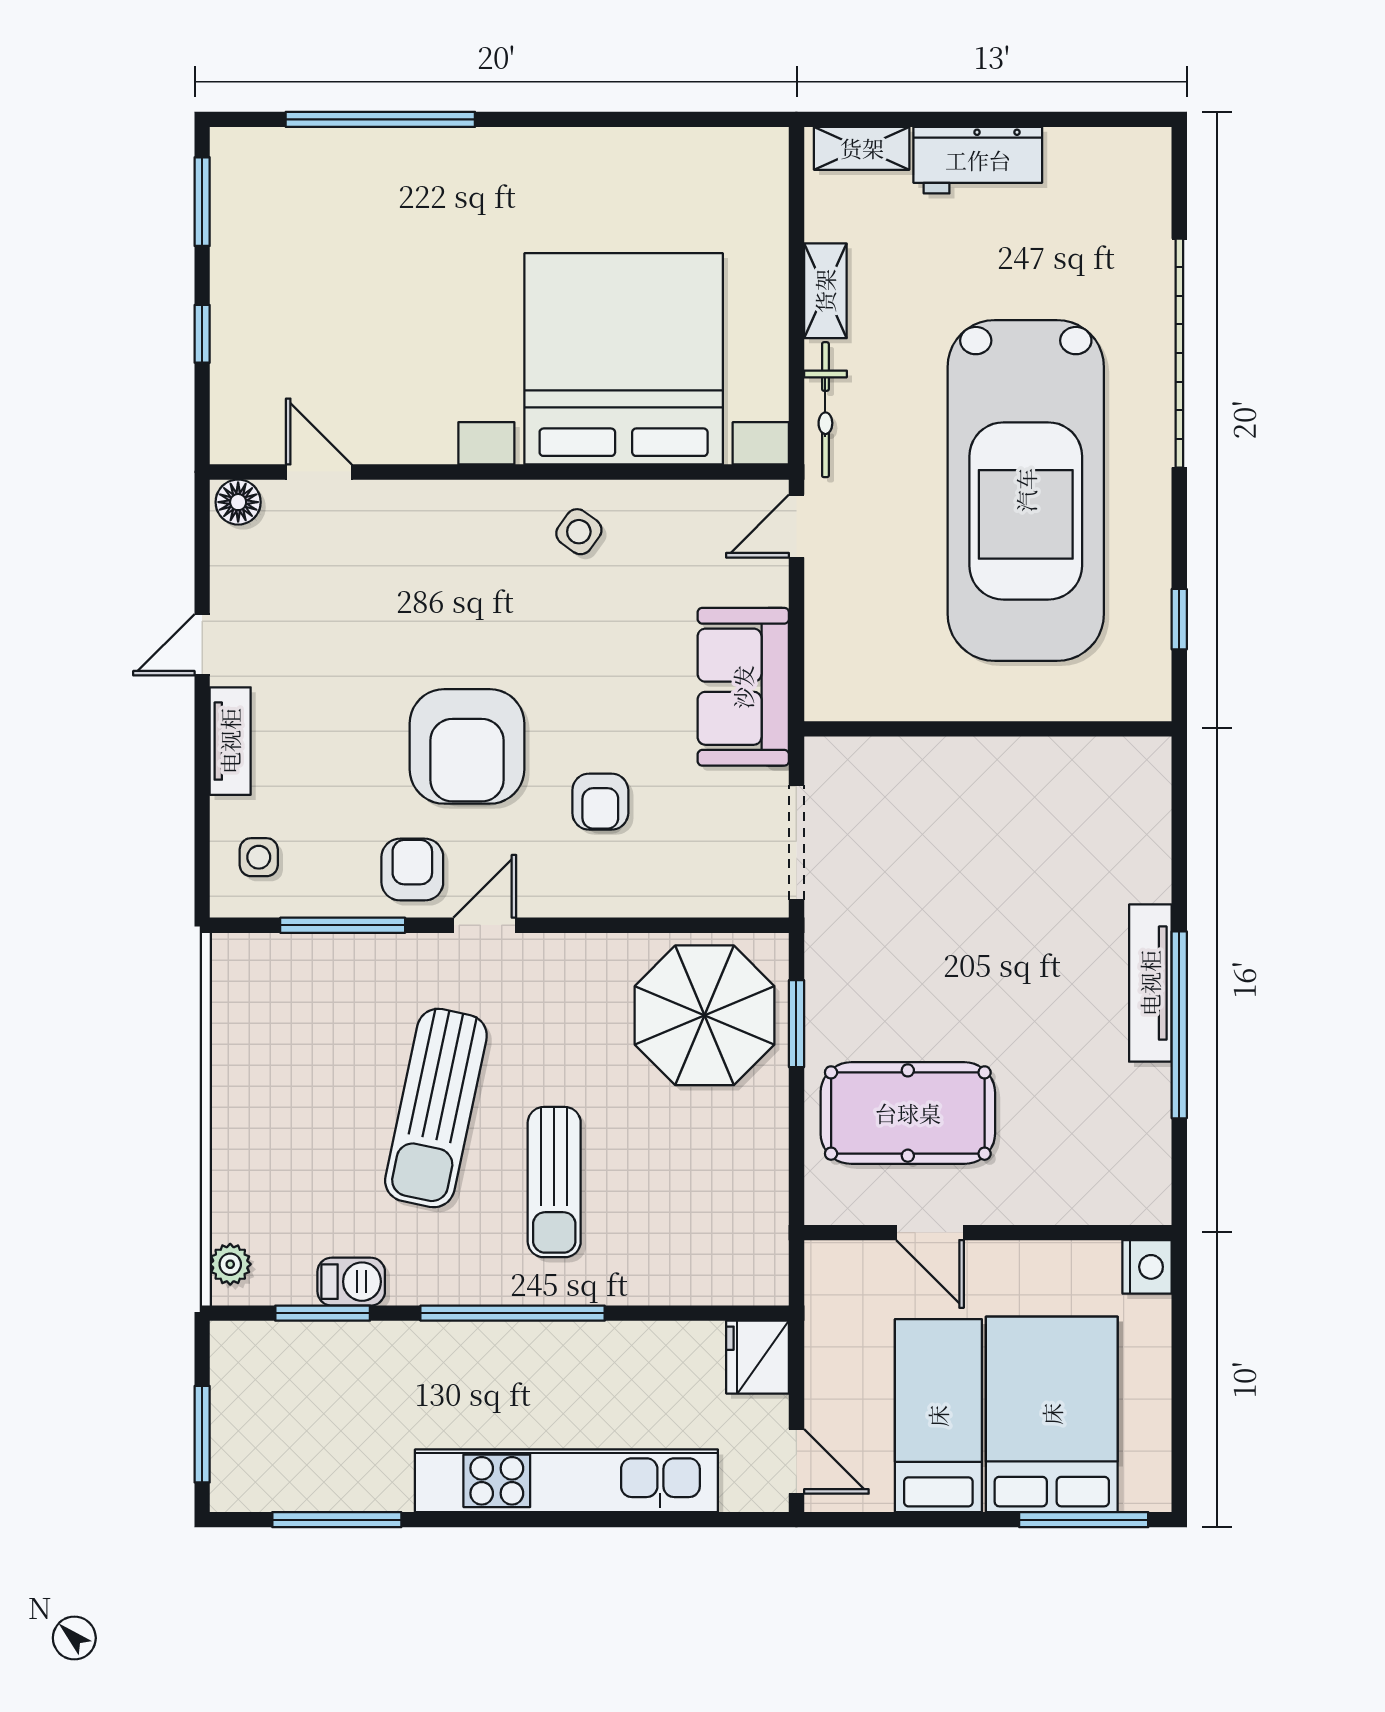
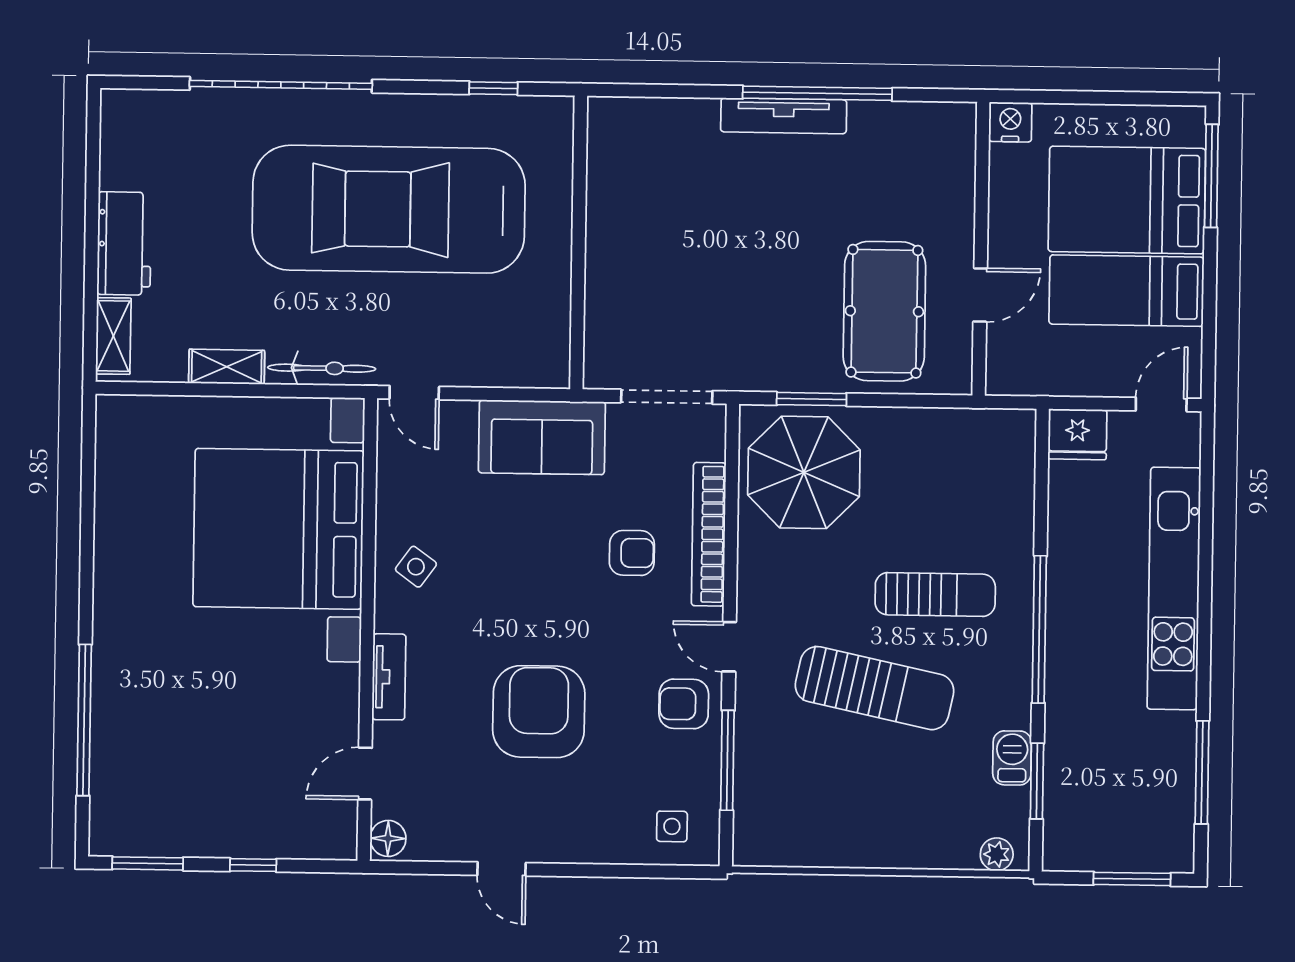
car: (1026, 490) -> (389, 209), turned 180
tv unit: (230, 741) -> (389, 677), moved, turned 90
armchair: (467, 746) -> (539, 712), moved, turned -90
bookcase: (625, 897) -> (709, 534), added

